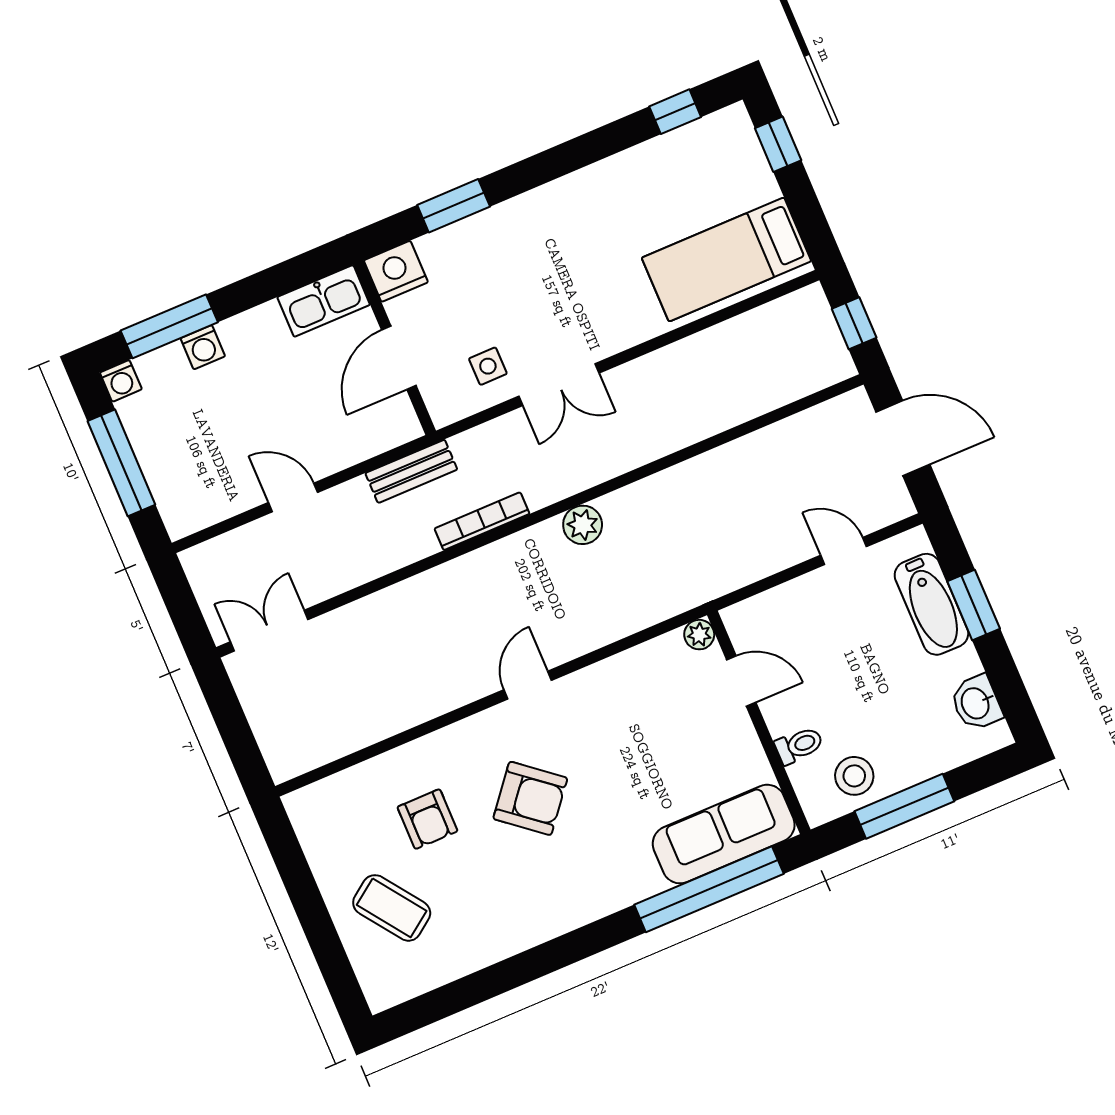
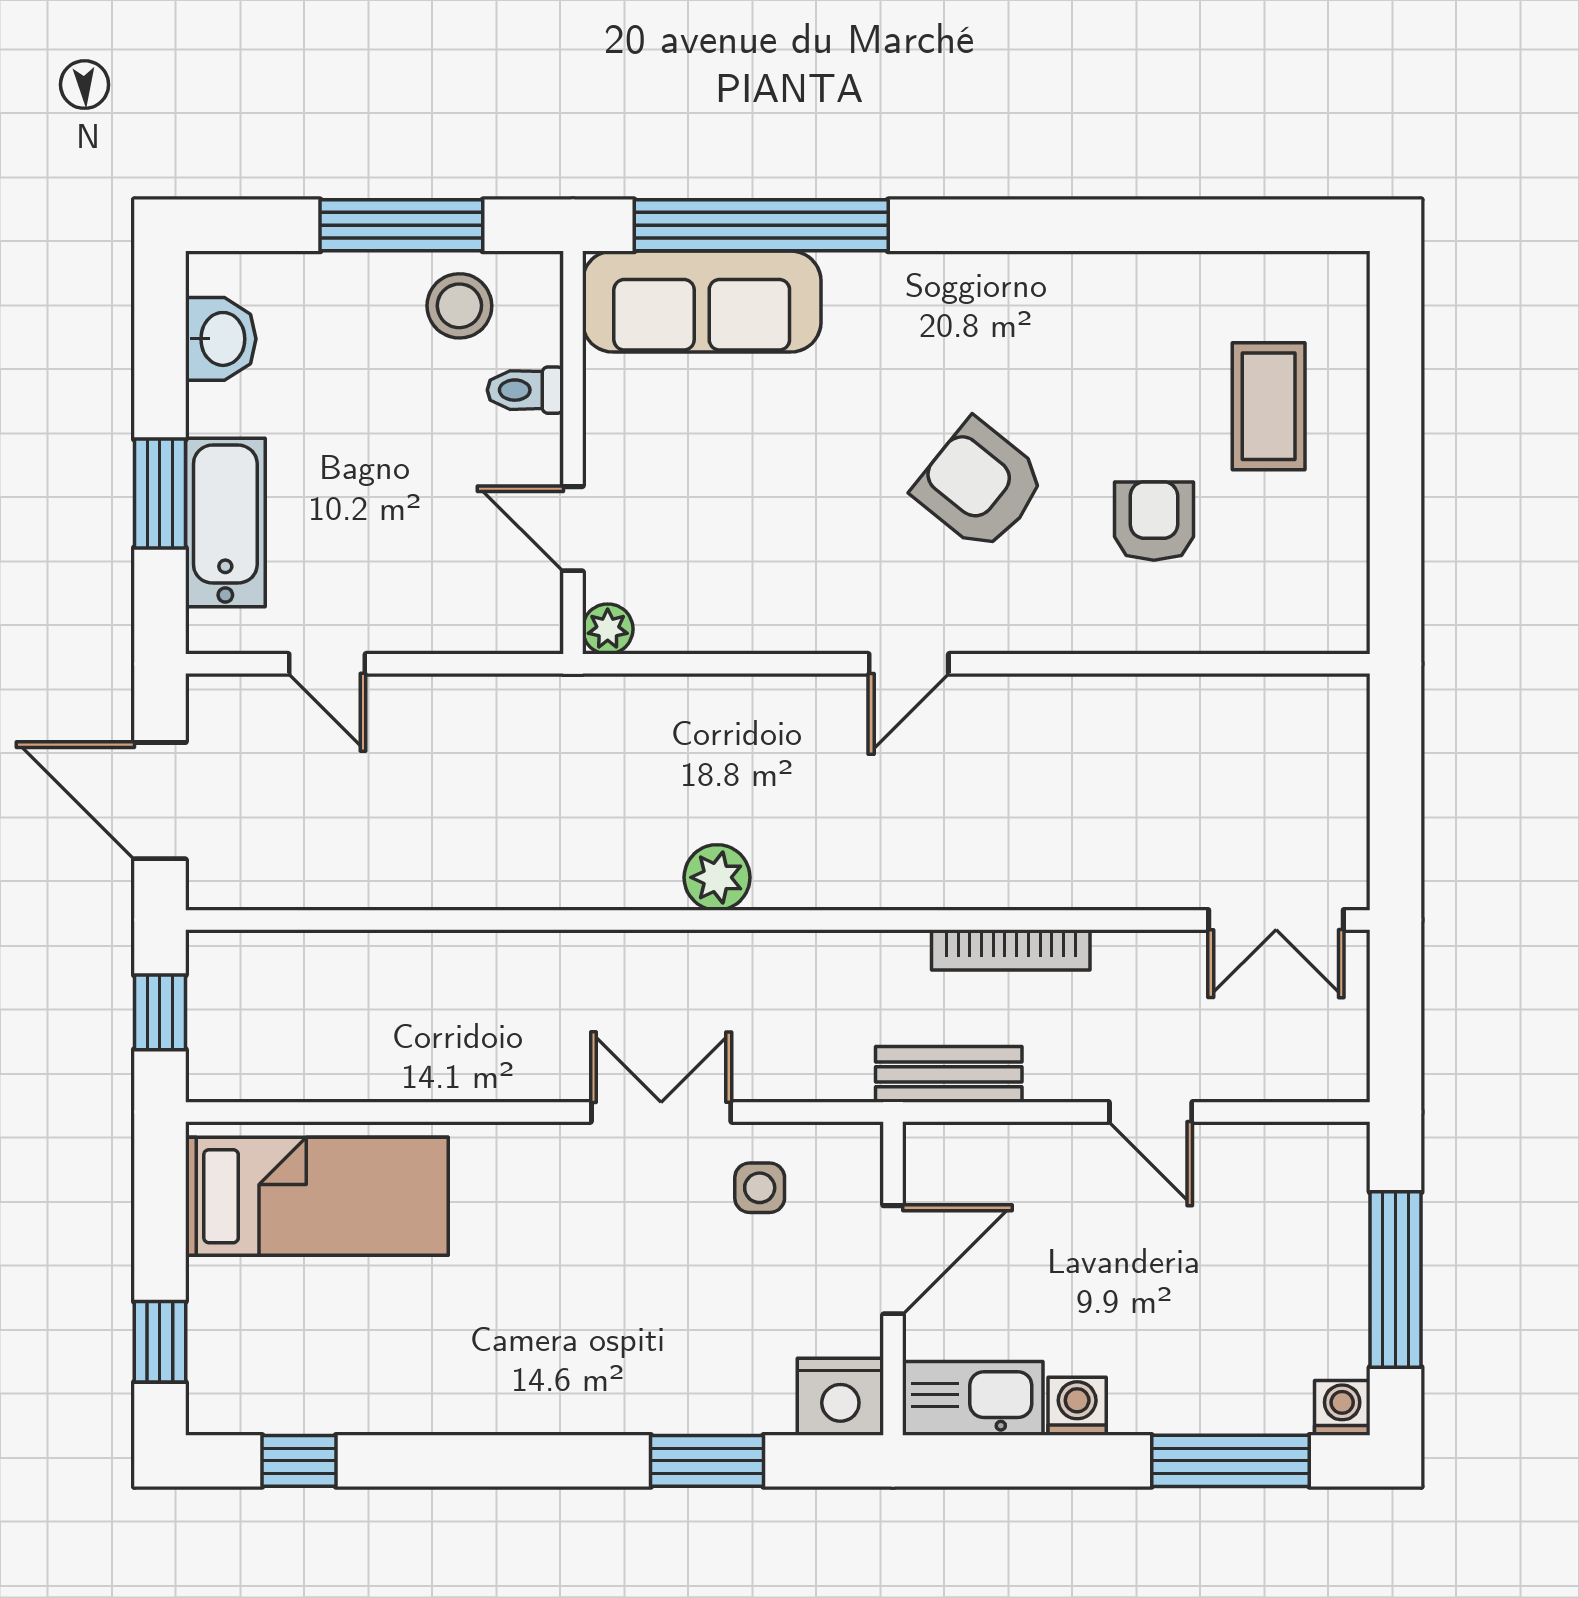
washing machine: (203, 347) -> (1077, 1406), moved
bookcase: (482, 521) -> (1011, 950), moved
coffee table: (392, 908) -> (1269, 406), turned 36

